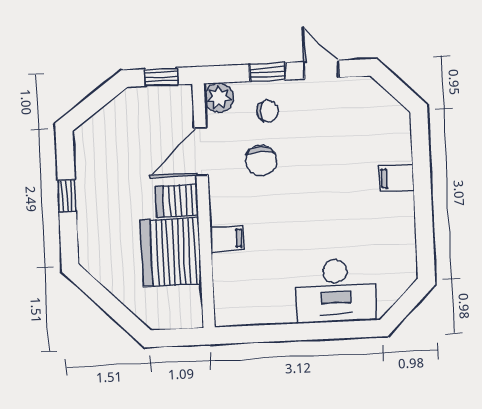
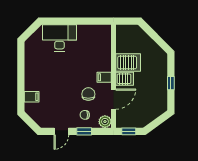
door: (321, 70) -> (61, 131), hinge flipped
filing cabinet: (396, 178) -> (32, 97), moved
filing cabinet: (227, 239) -> (104, 77), moved
server rack: (171, 252) -> (128, 63), width x0.62

